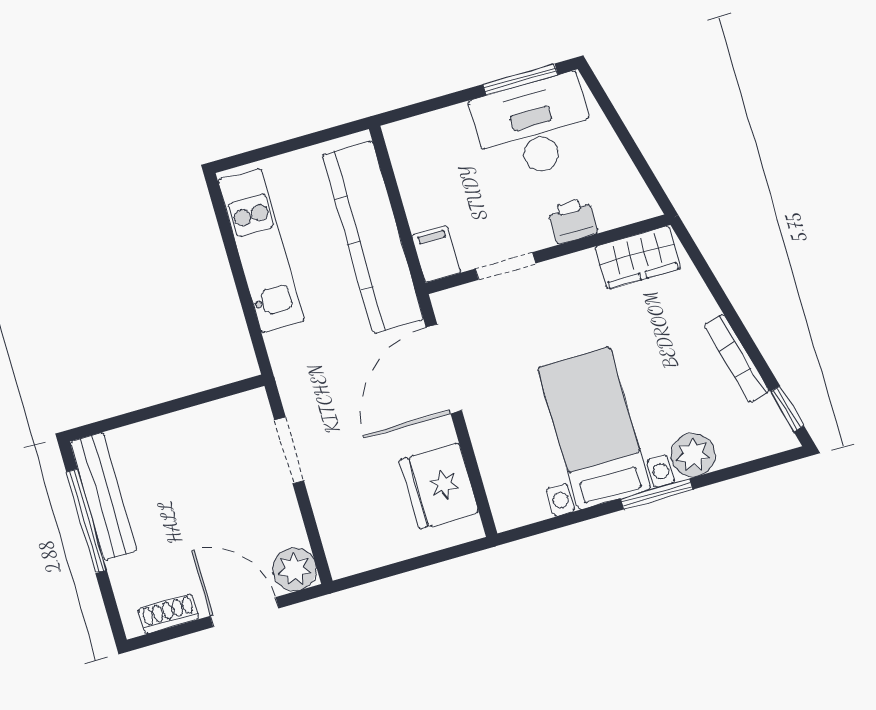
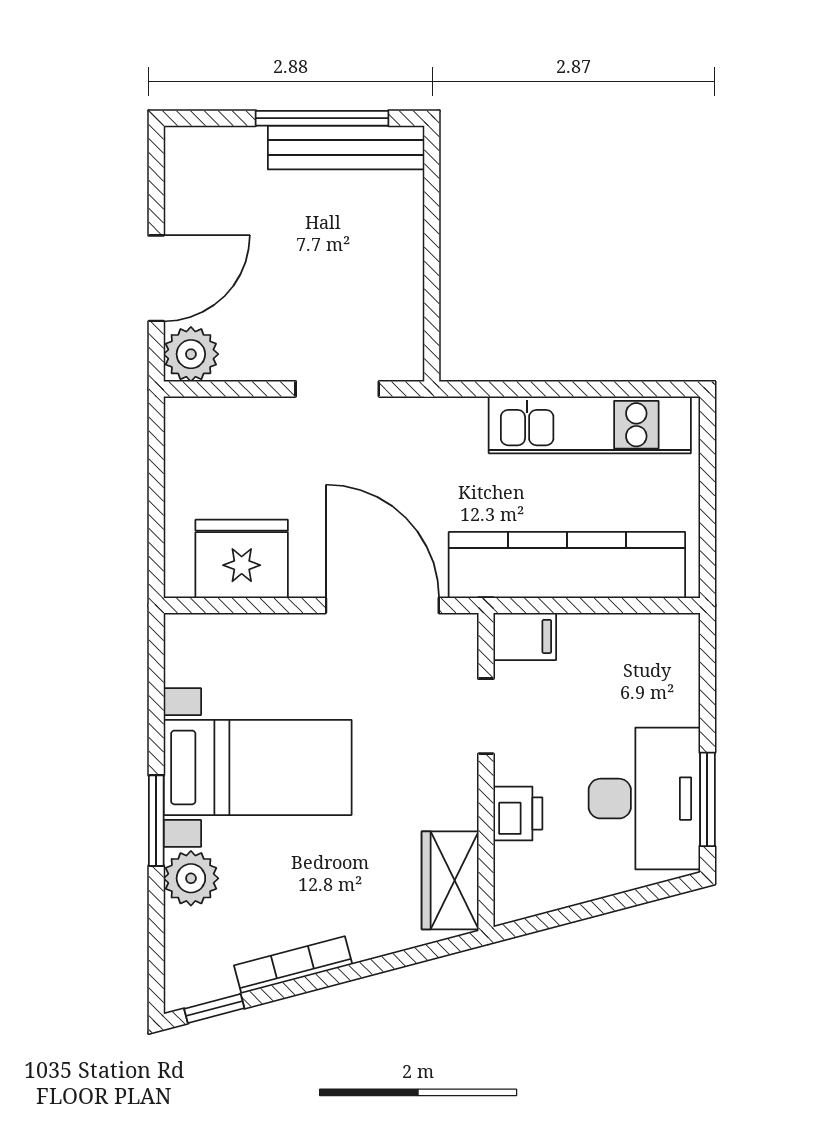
shoe rack: (168, 614) -> (181, 185), removed

